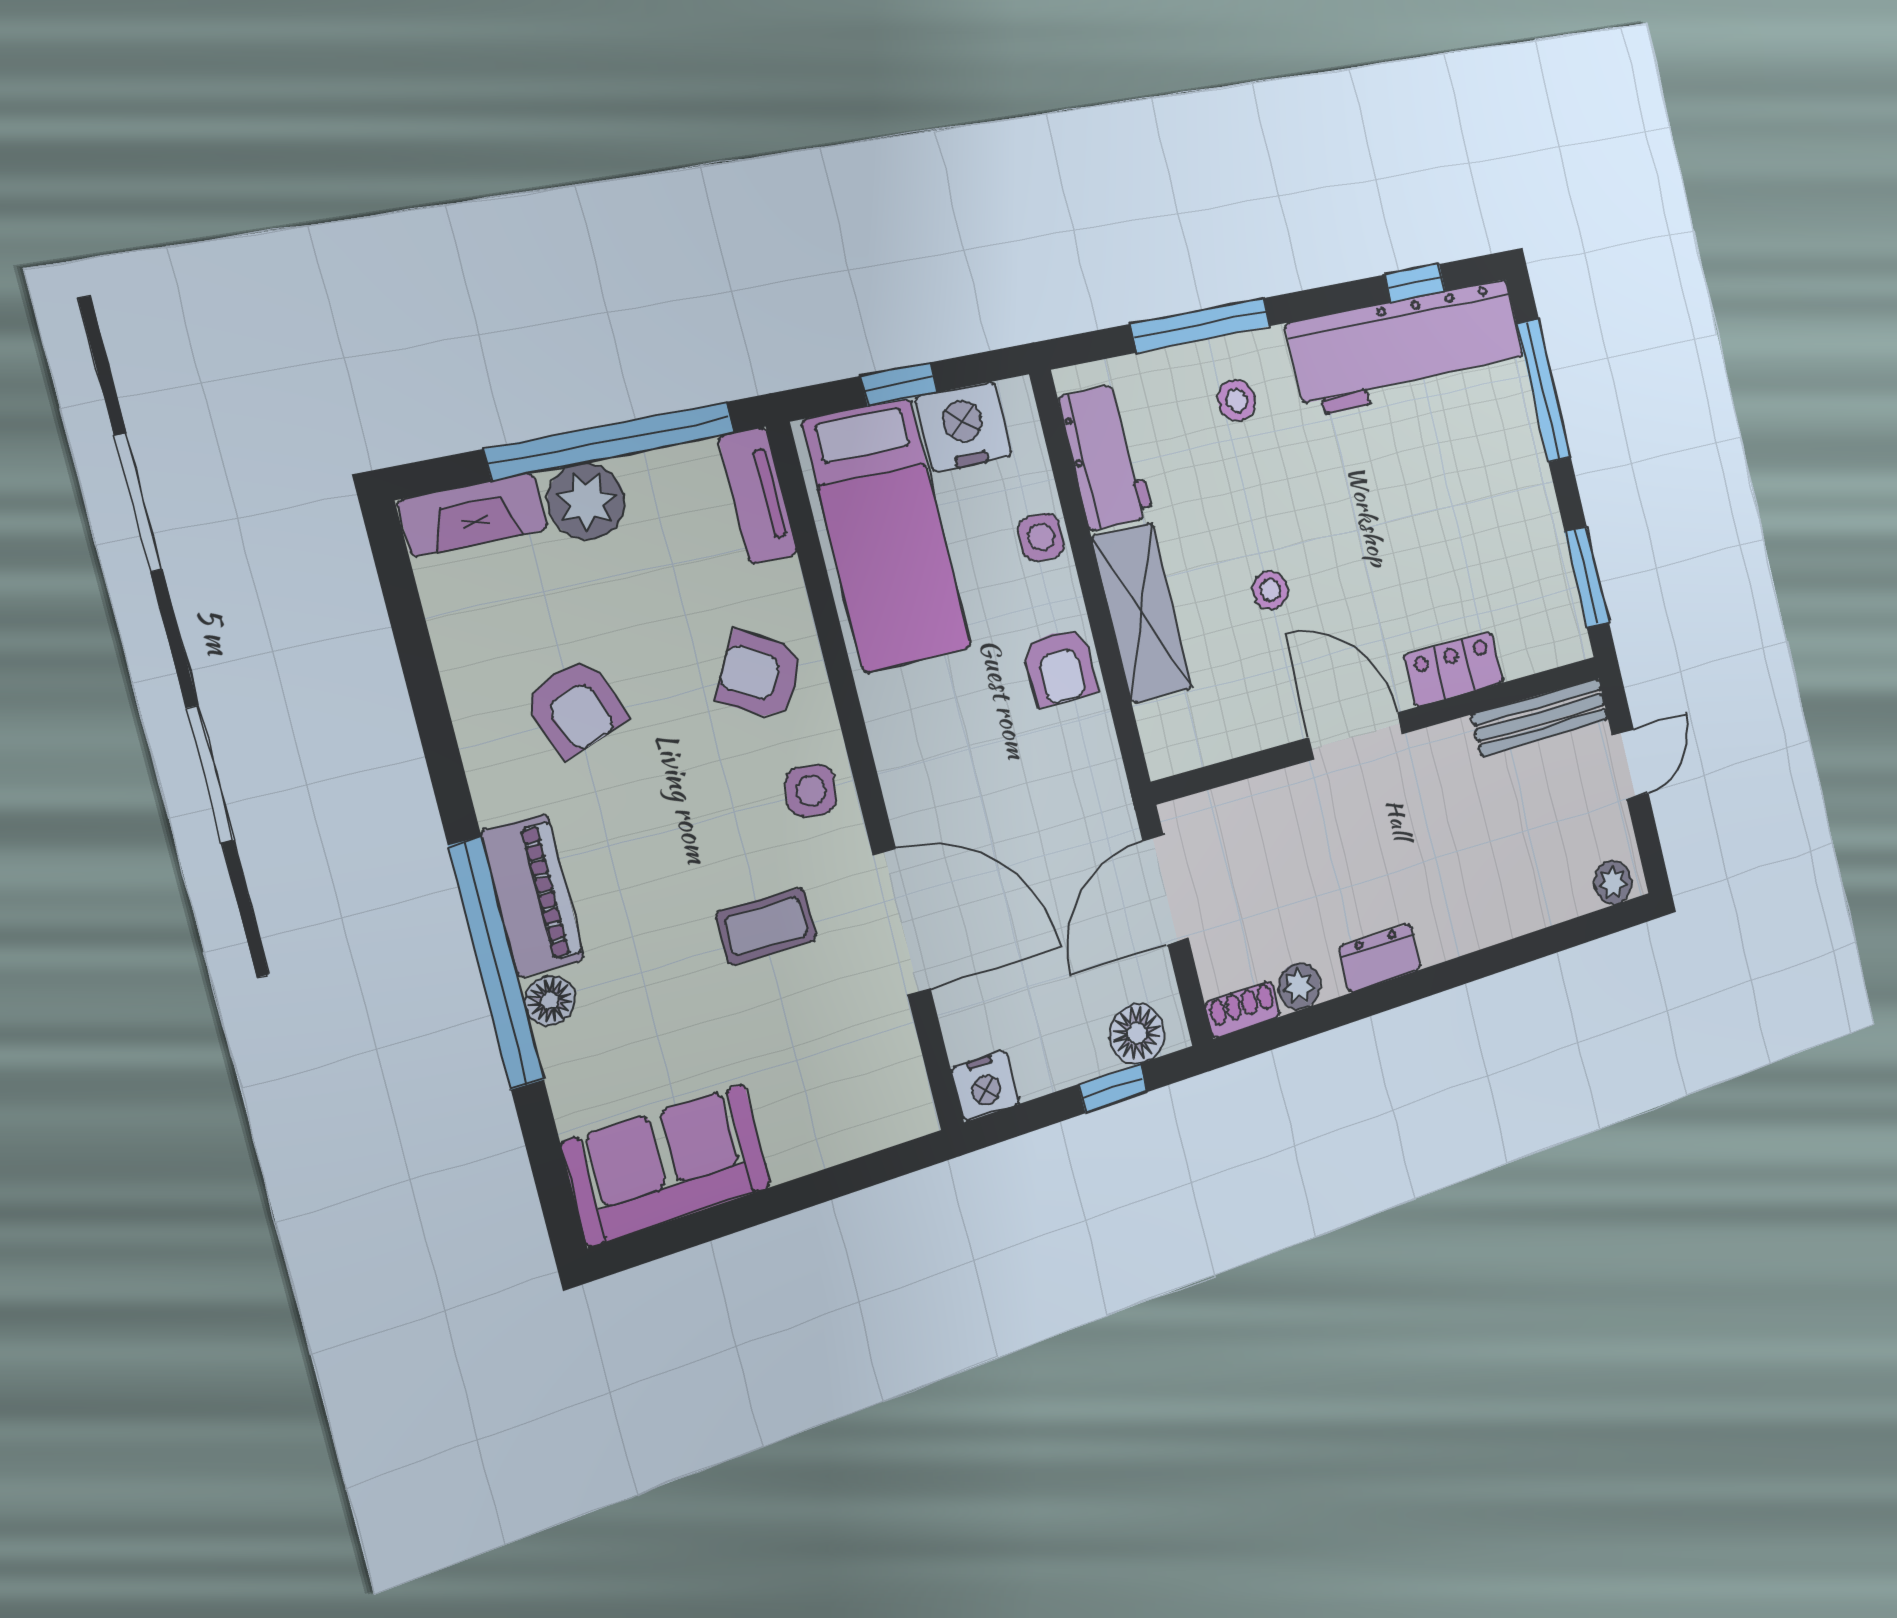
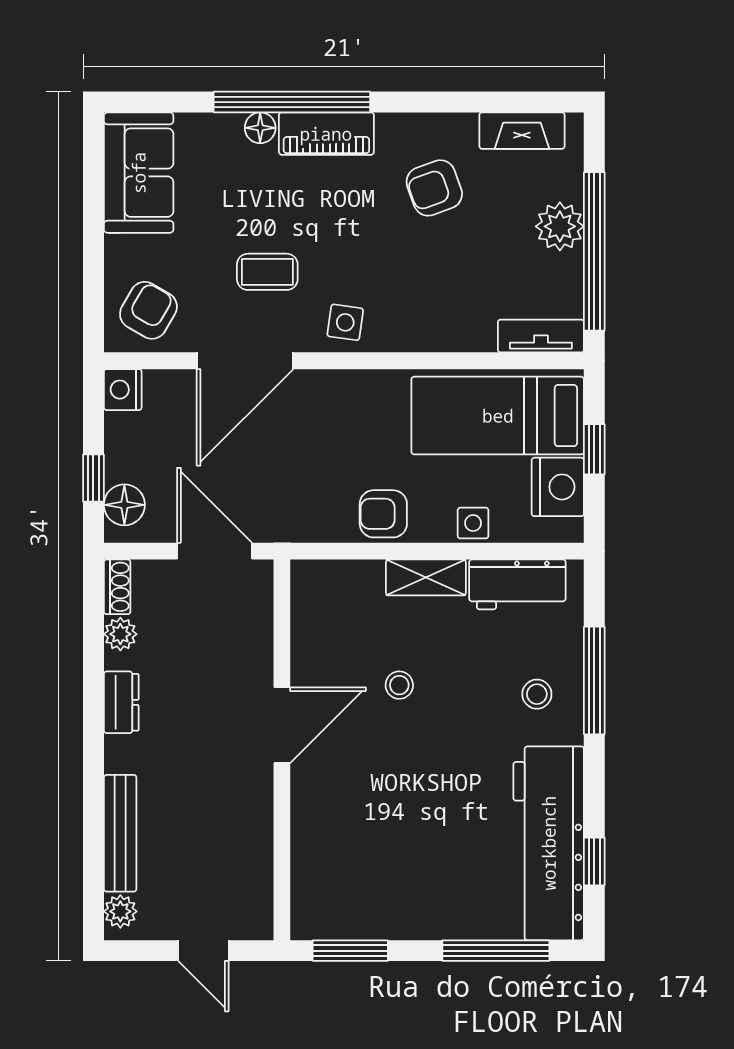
fireplace: (473, 515) -> (522, 131), moved, turned -90
shelving: (1142, 613) -> (426, 577), width x0.67, depth x0.75
locker: (1454, 669) -> (310, 818), removed
armchair: (760, 675) -> (148, 310), moved
bench: (1541, 717) -> (120, 833), moved
coffee table: (766, 926) -> (267, 272), turned 90

